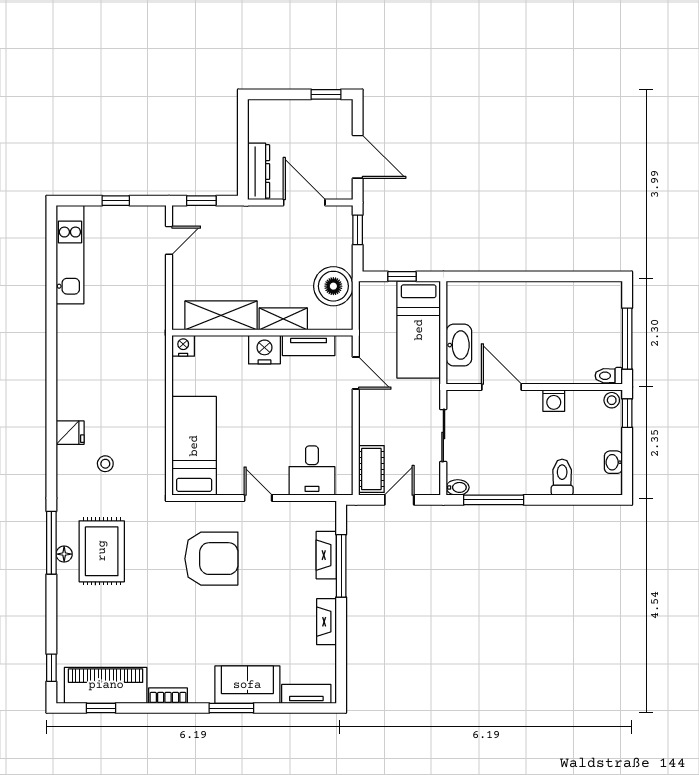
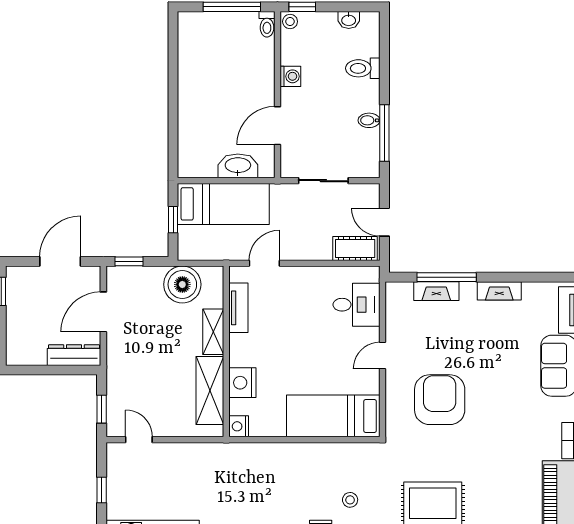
nightstand: (264, 350) -> (242, 383), moved
bidet: (458, 487) -> (369, 120), moved, turned -90

